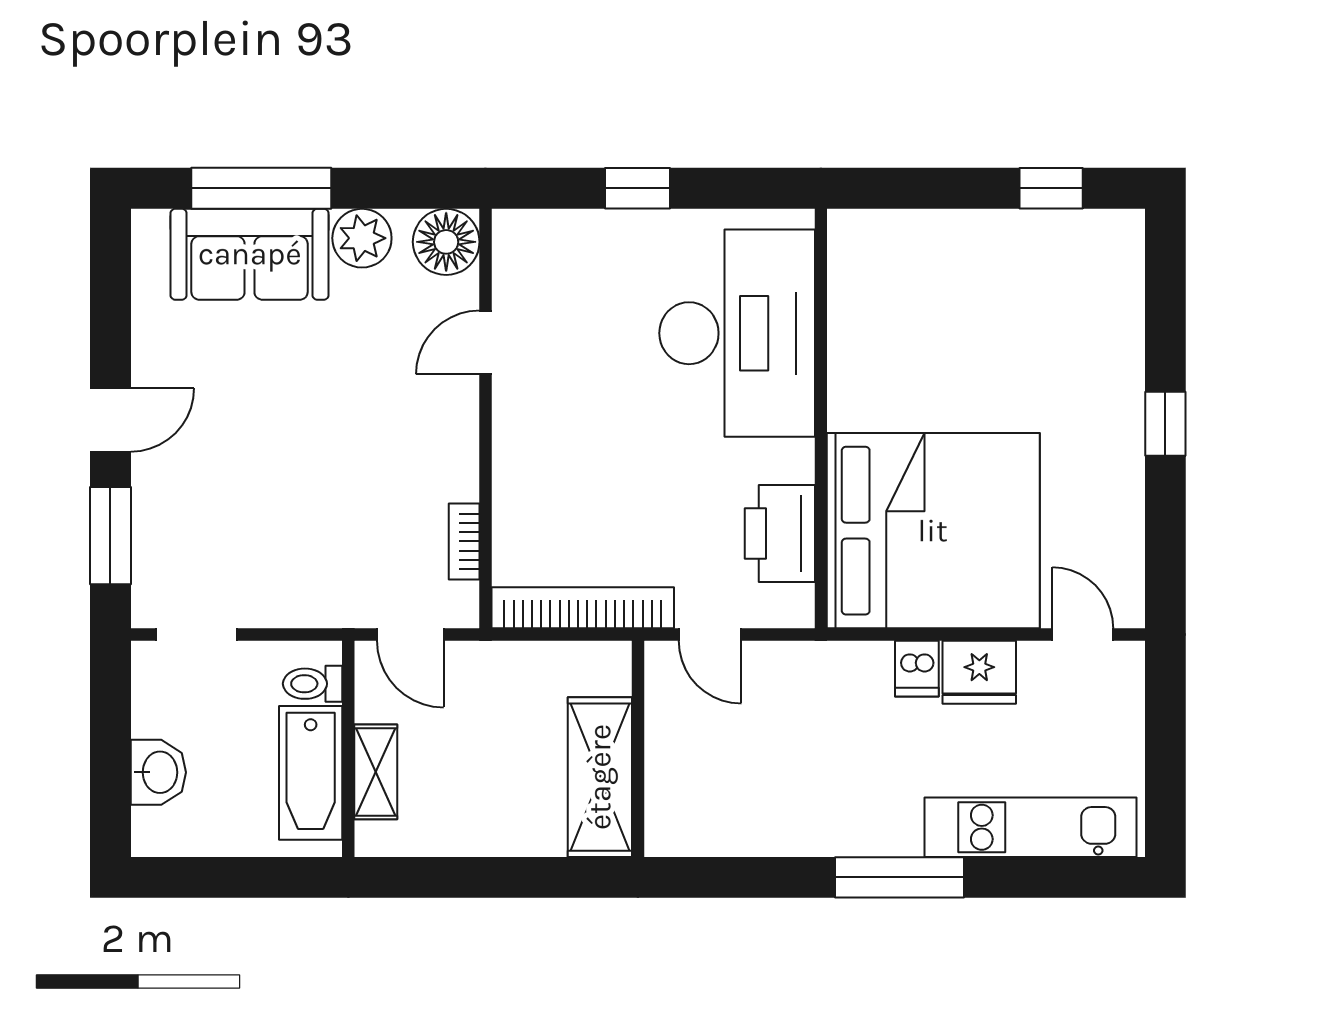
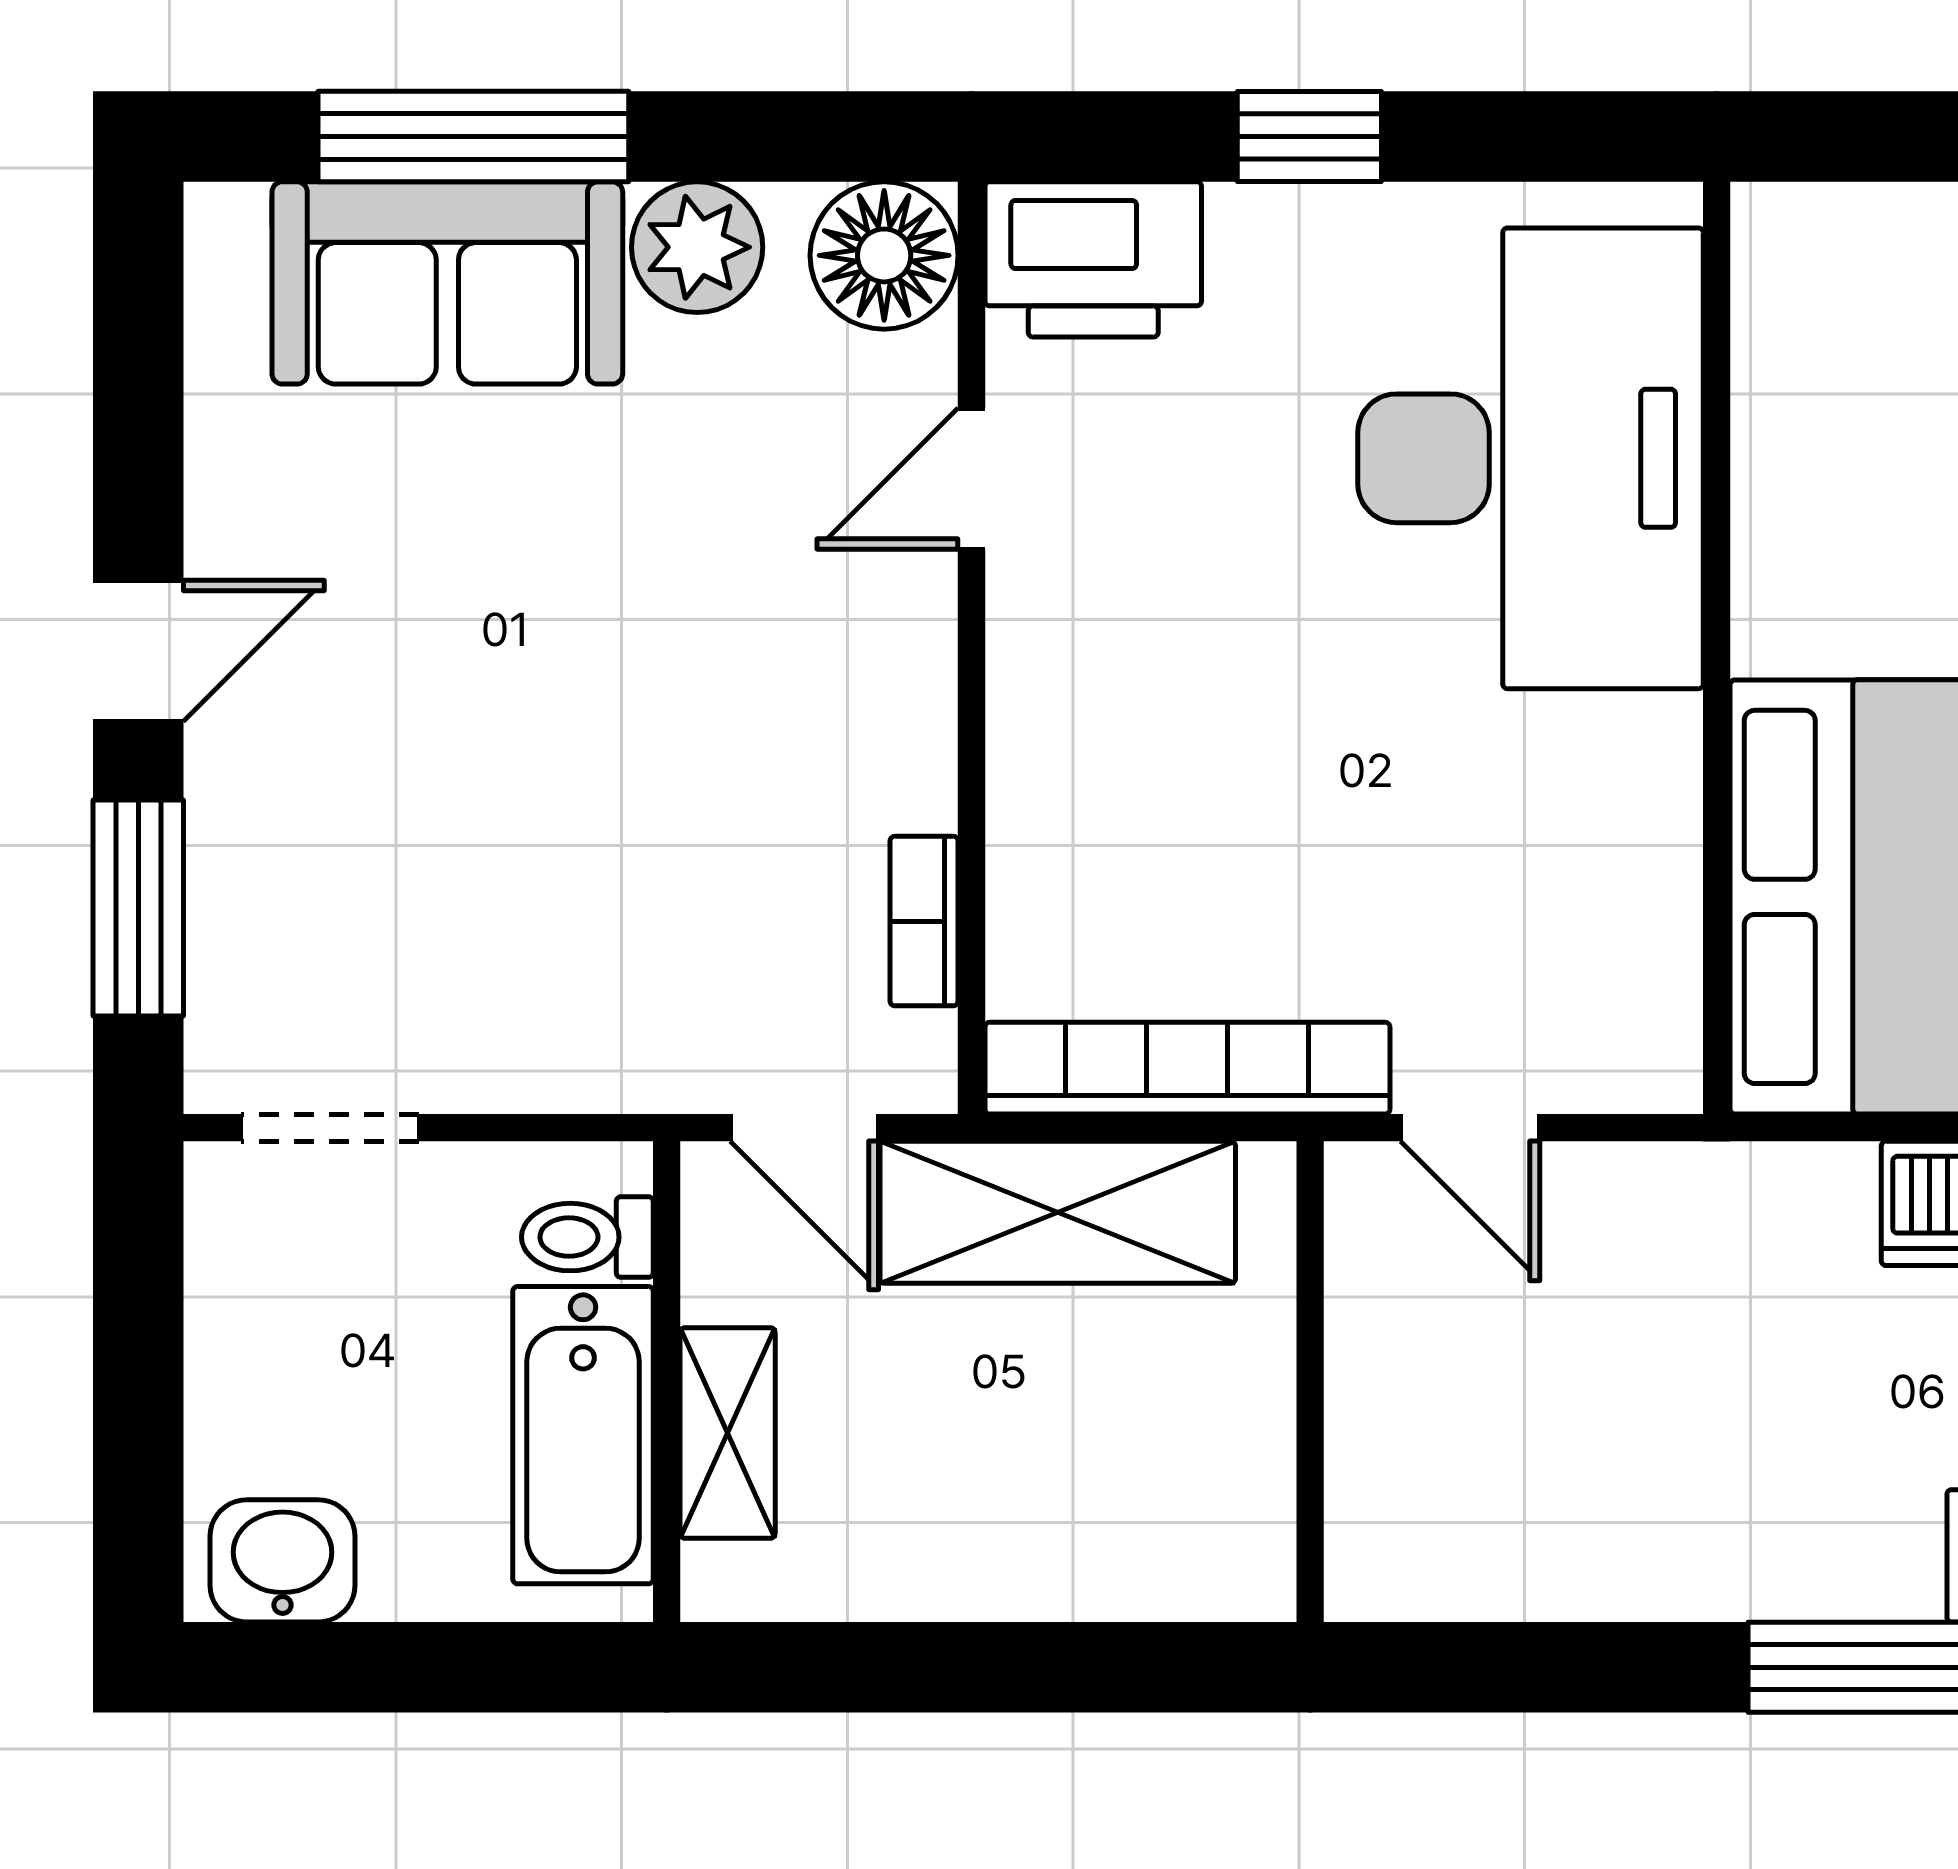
printer: (780, 533) -> (1093, 259), moved, turned -90
washbasin: (158, 772) -> (283, 1561), moved, turned -90
shelving: (600, 777) -> (1058, 1212), moved, turned 90

